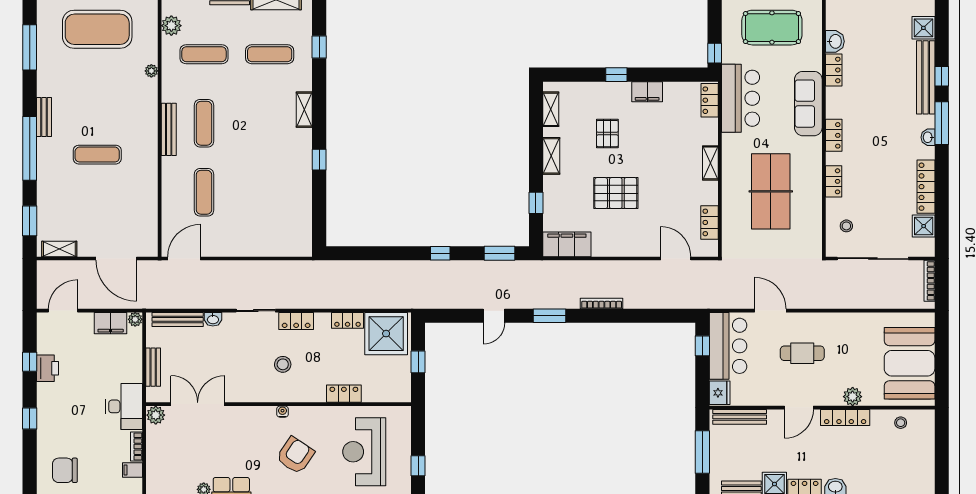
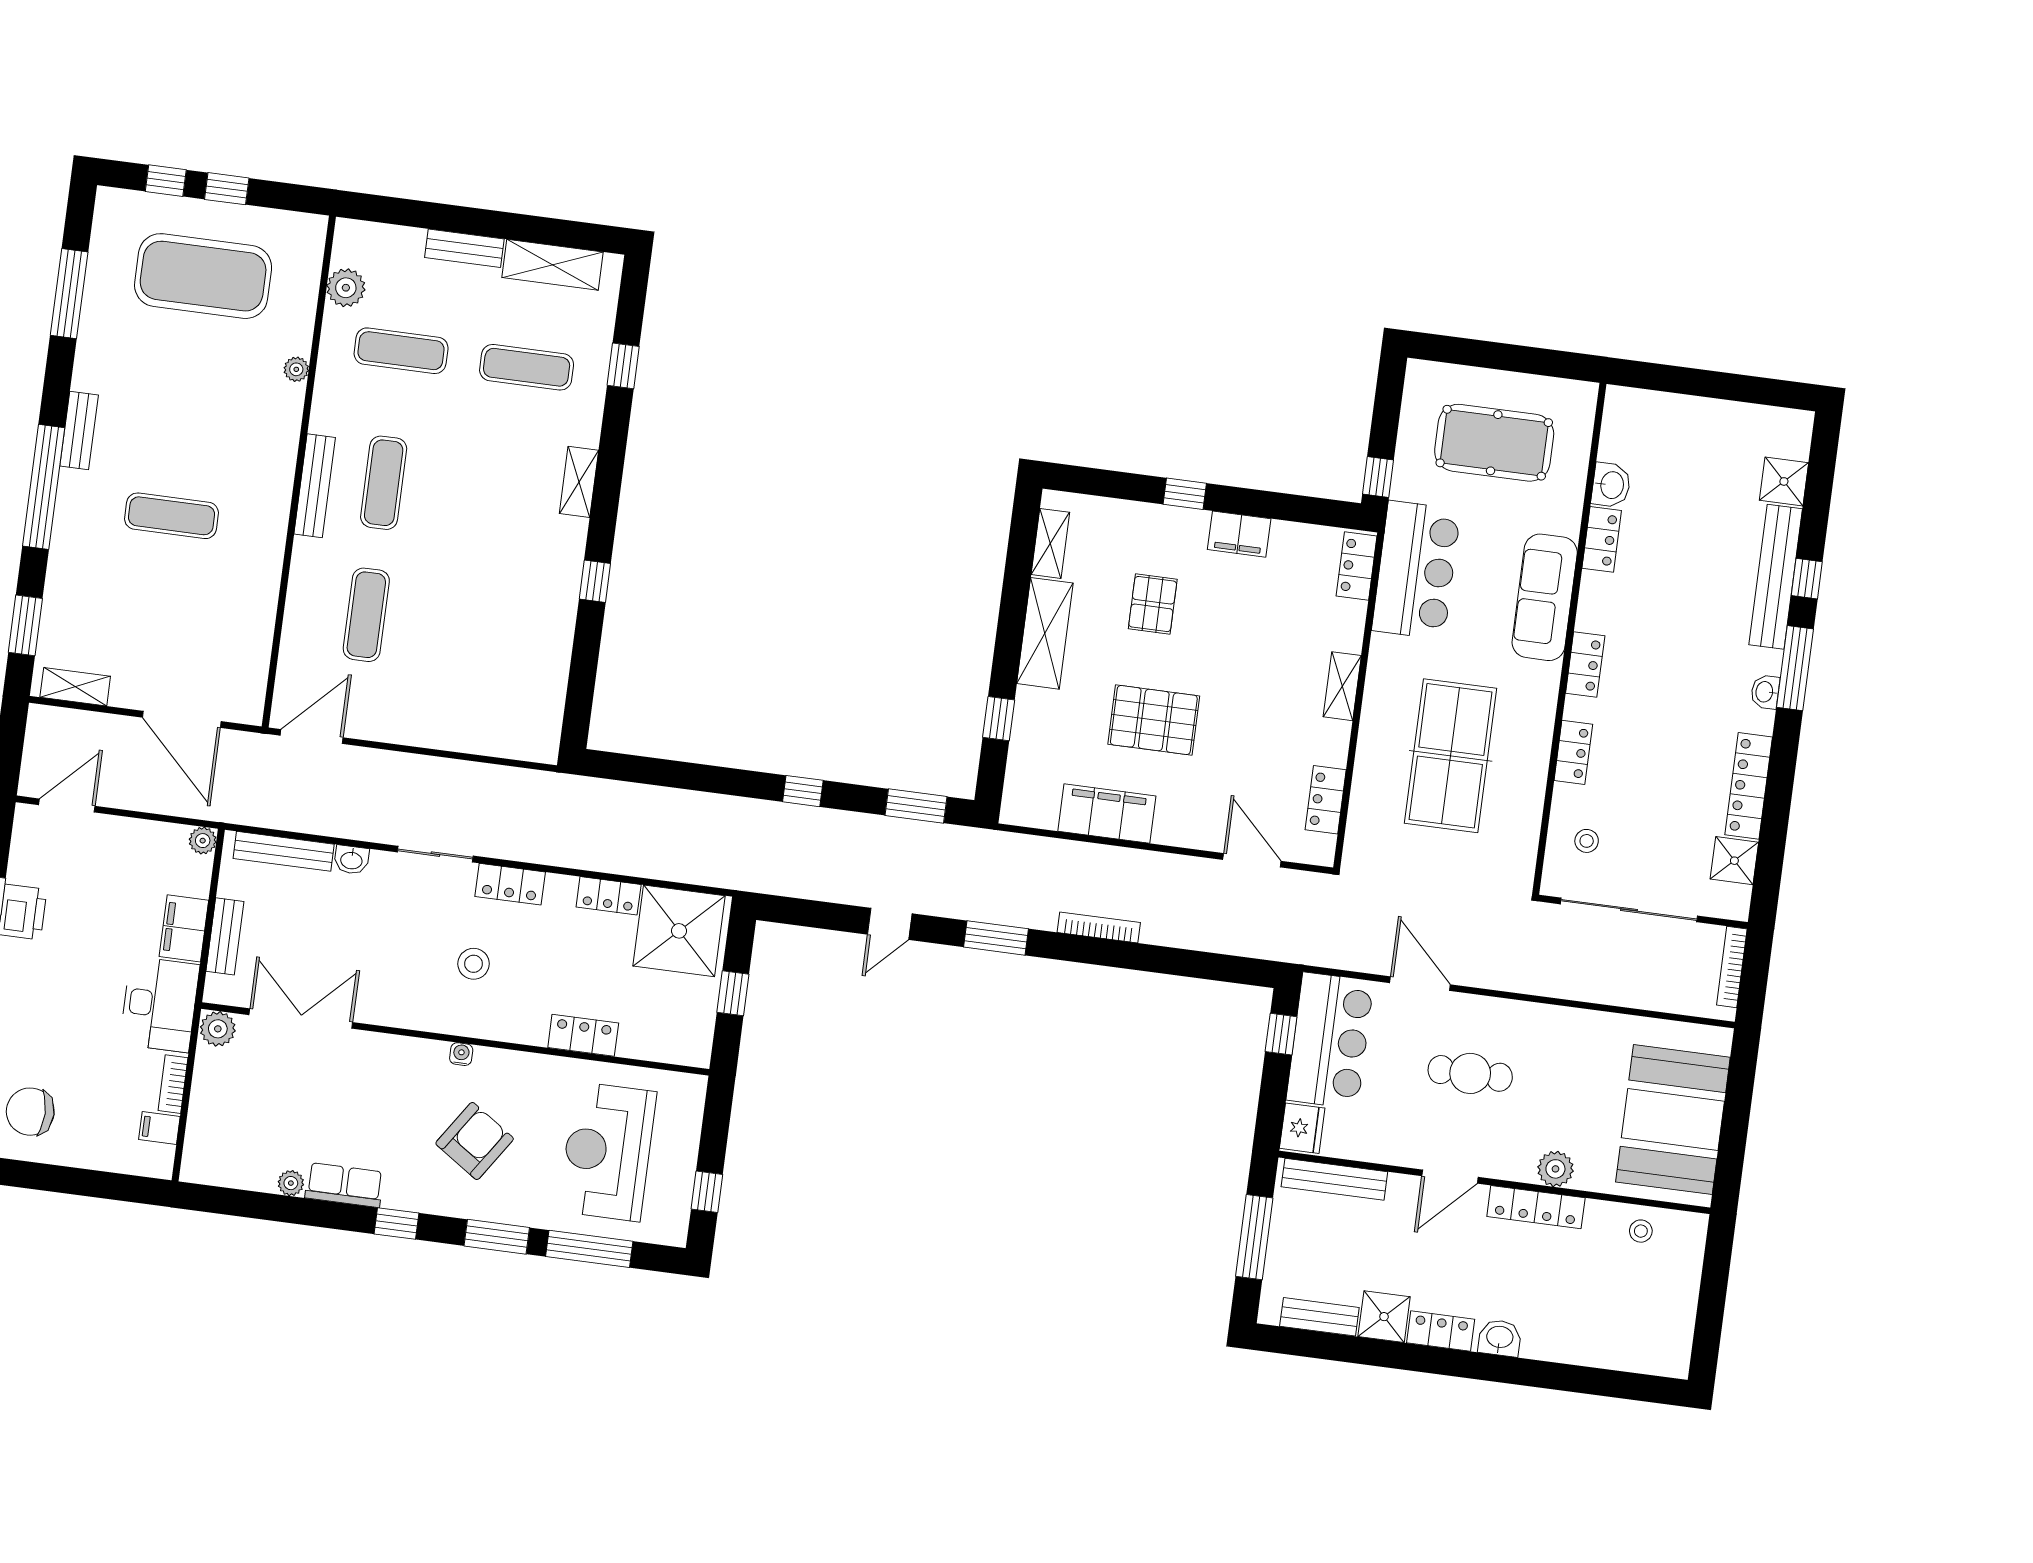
shelving: (551, 156) -> (1045, 633), width x1.50, depth x1.33
filing cabinet: (567, 244) -> (1107, 814), moved
filing cabinet: (111, 323) -> (184, 928), moved, turned 90

